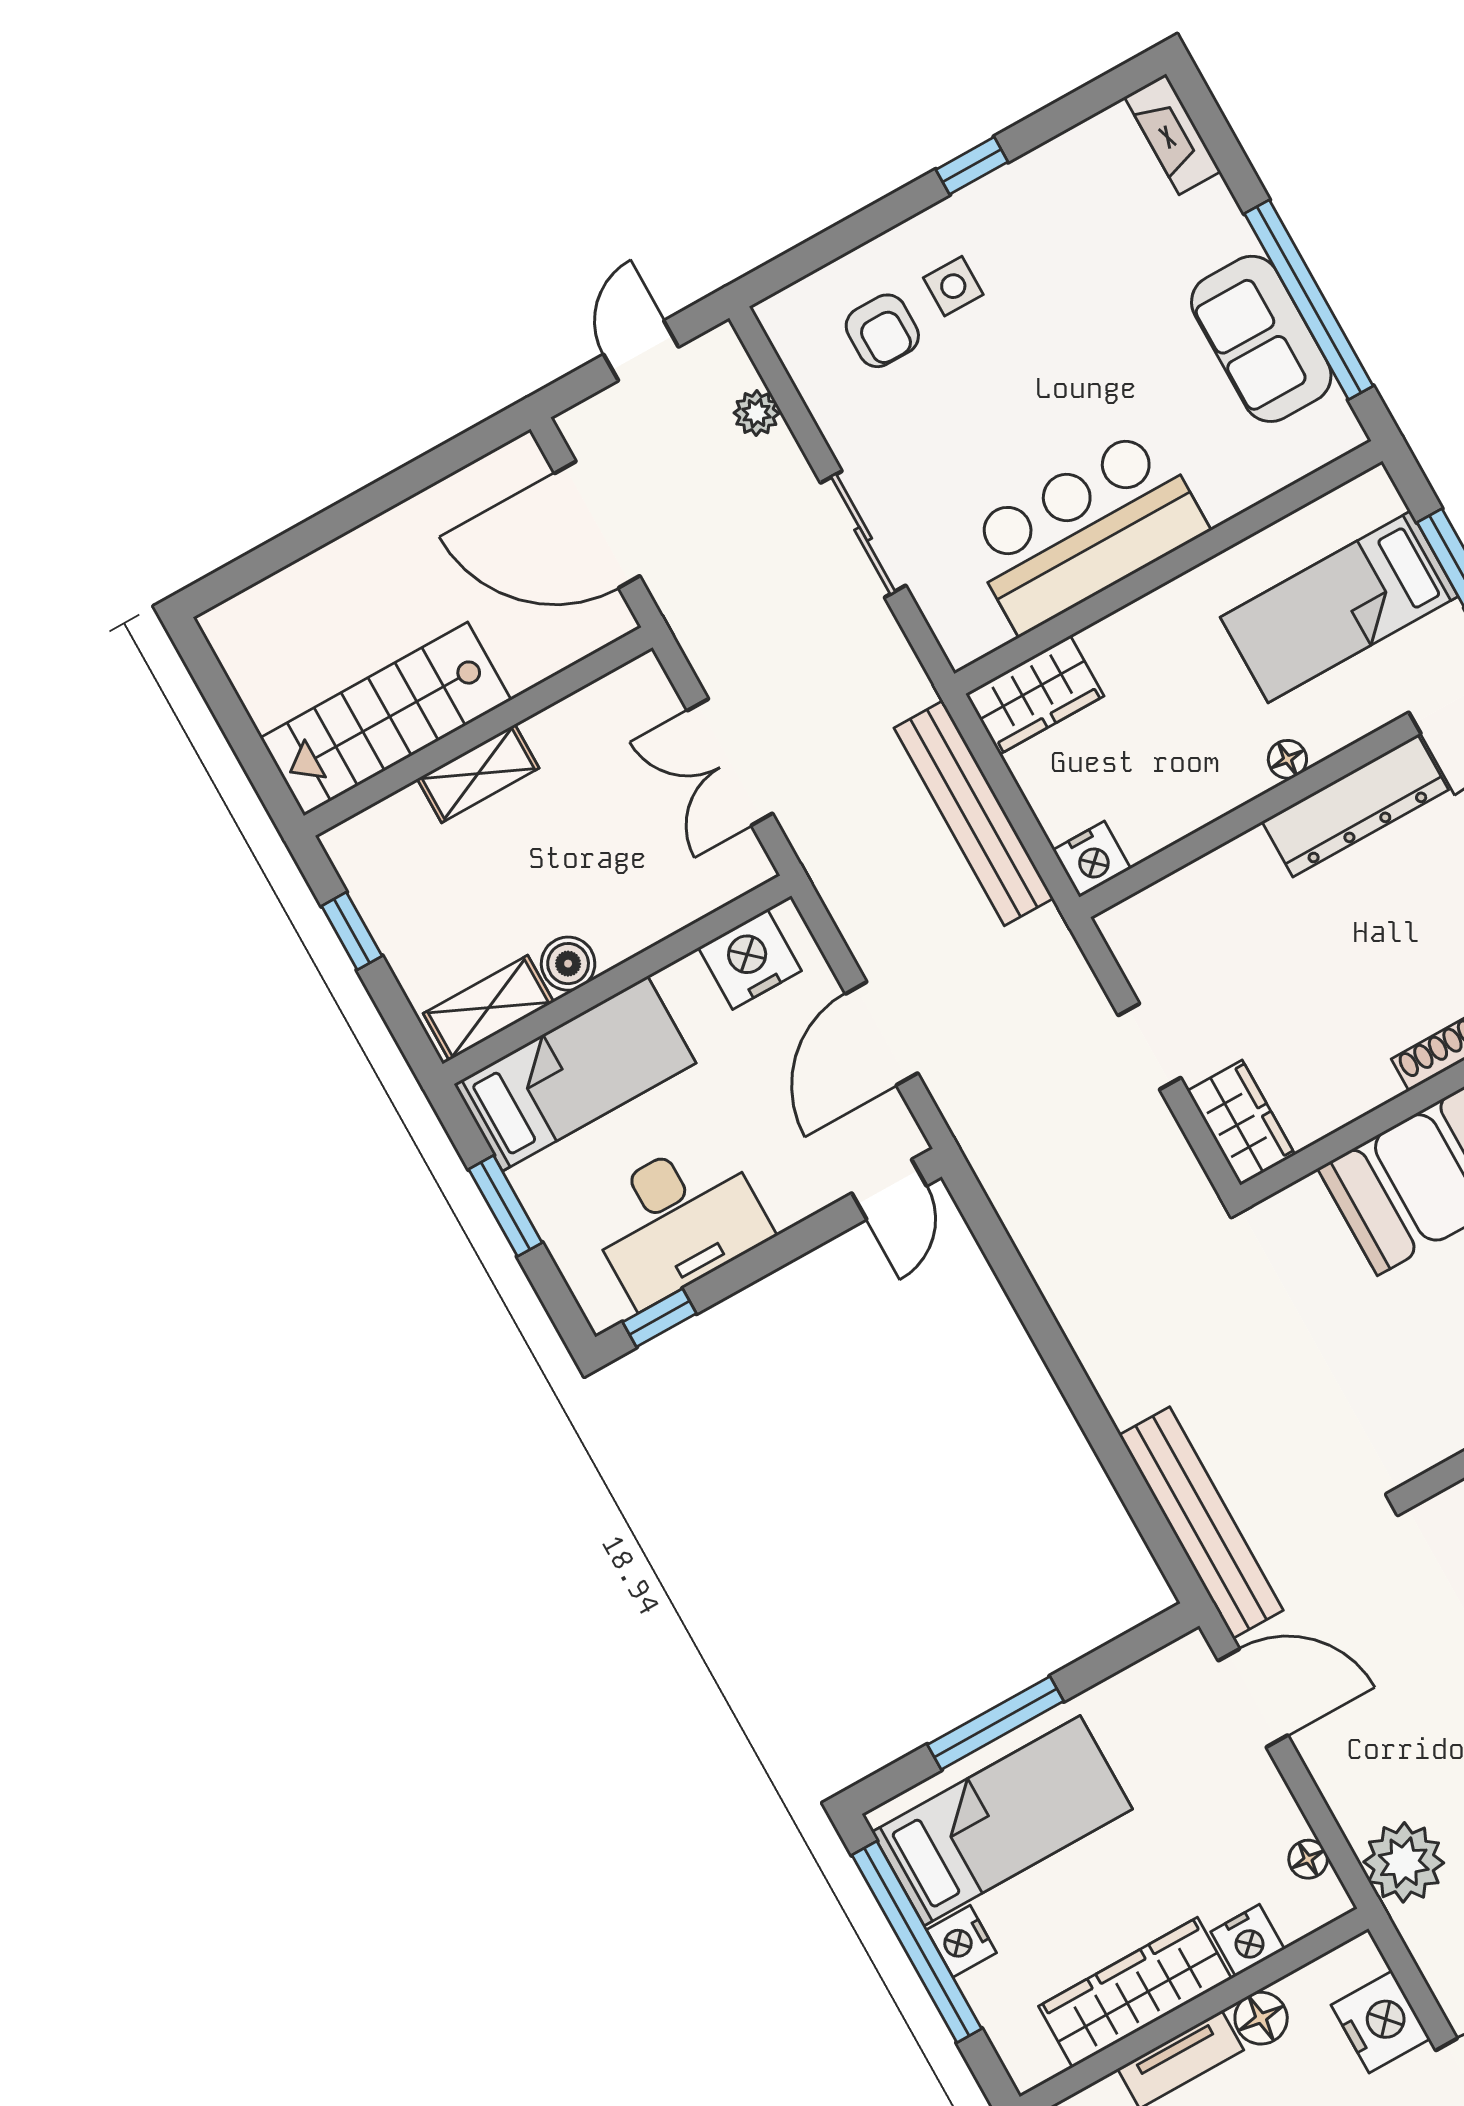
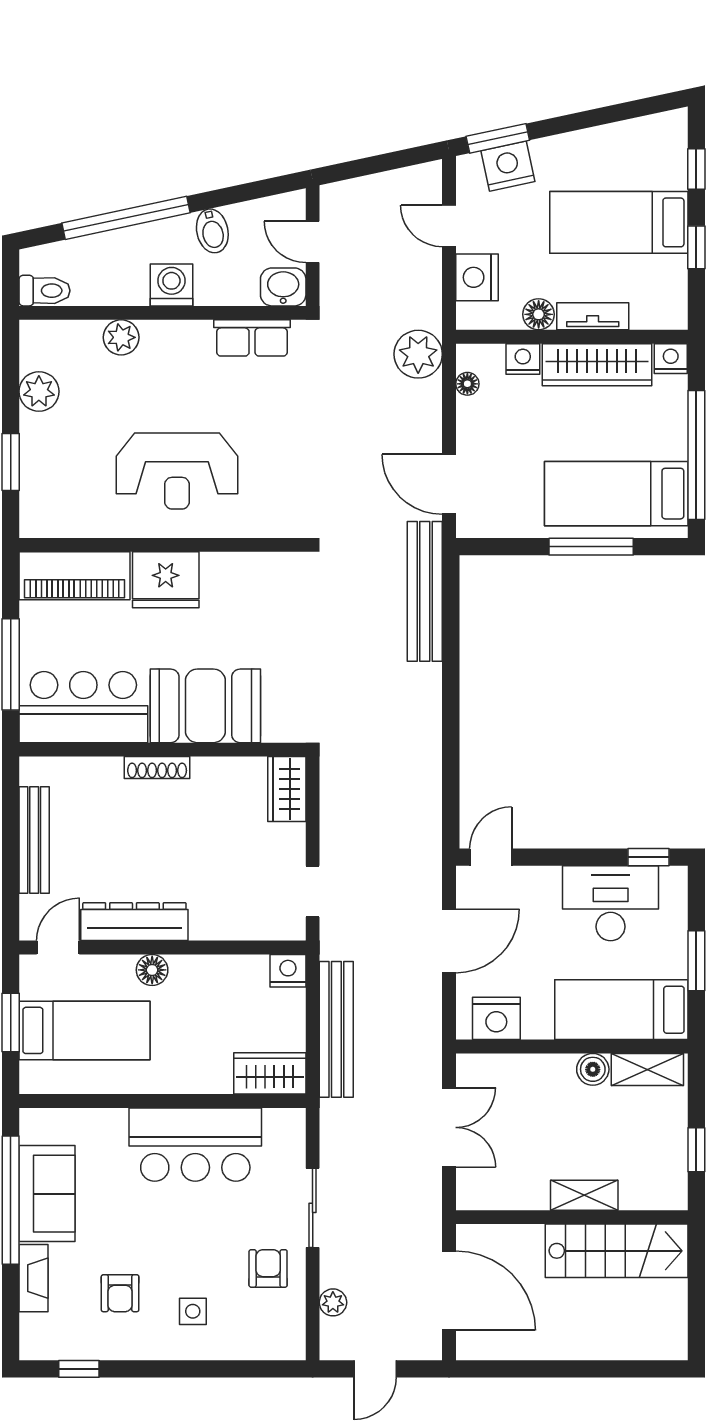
fireplace: (1173, 134) -> (34, 1278), moved
window: (972, 166) -> (79, 1369), moved
armchair: (1074, 253) -> (120, 1293), added
armchair: (882, 331) -> (268, 1268), moved
floor lamp: (1287, 759) -> (152, 970), width x1.37, depth x1.37
doorway: (1149, 1046) -> (313, 891), moved
nightstand: (962, 1941) -> (671, 359), moved, turned -90

